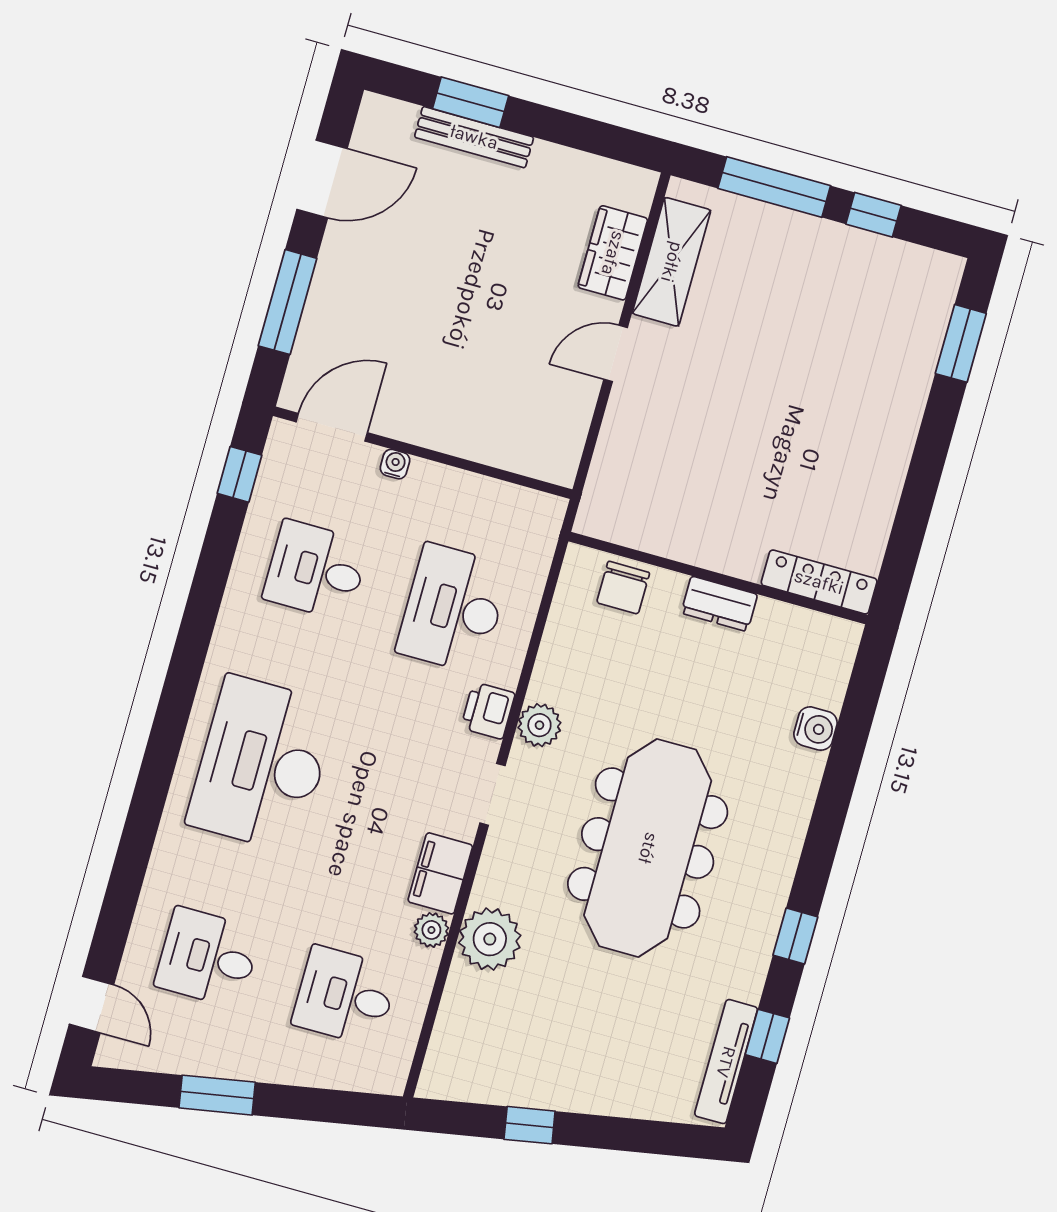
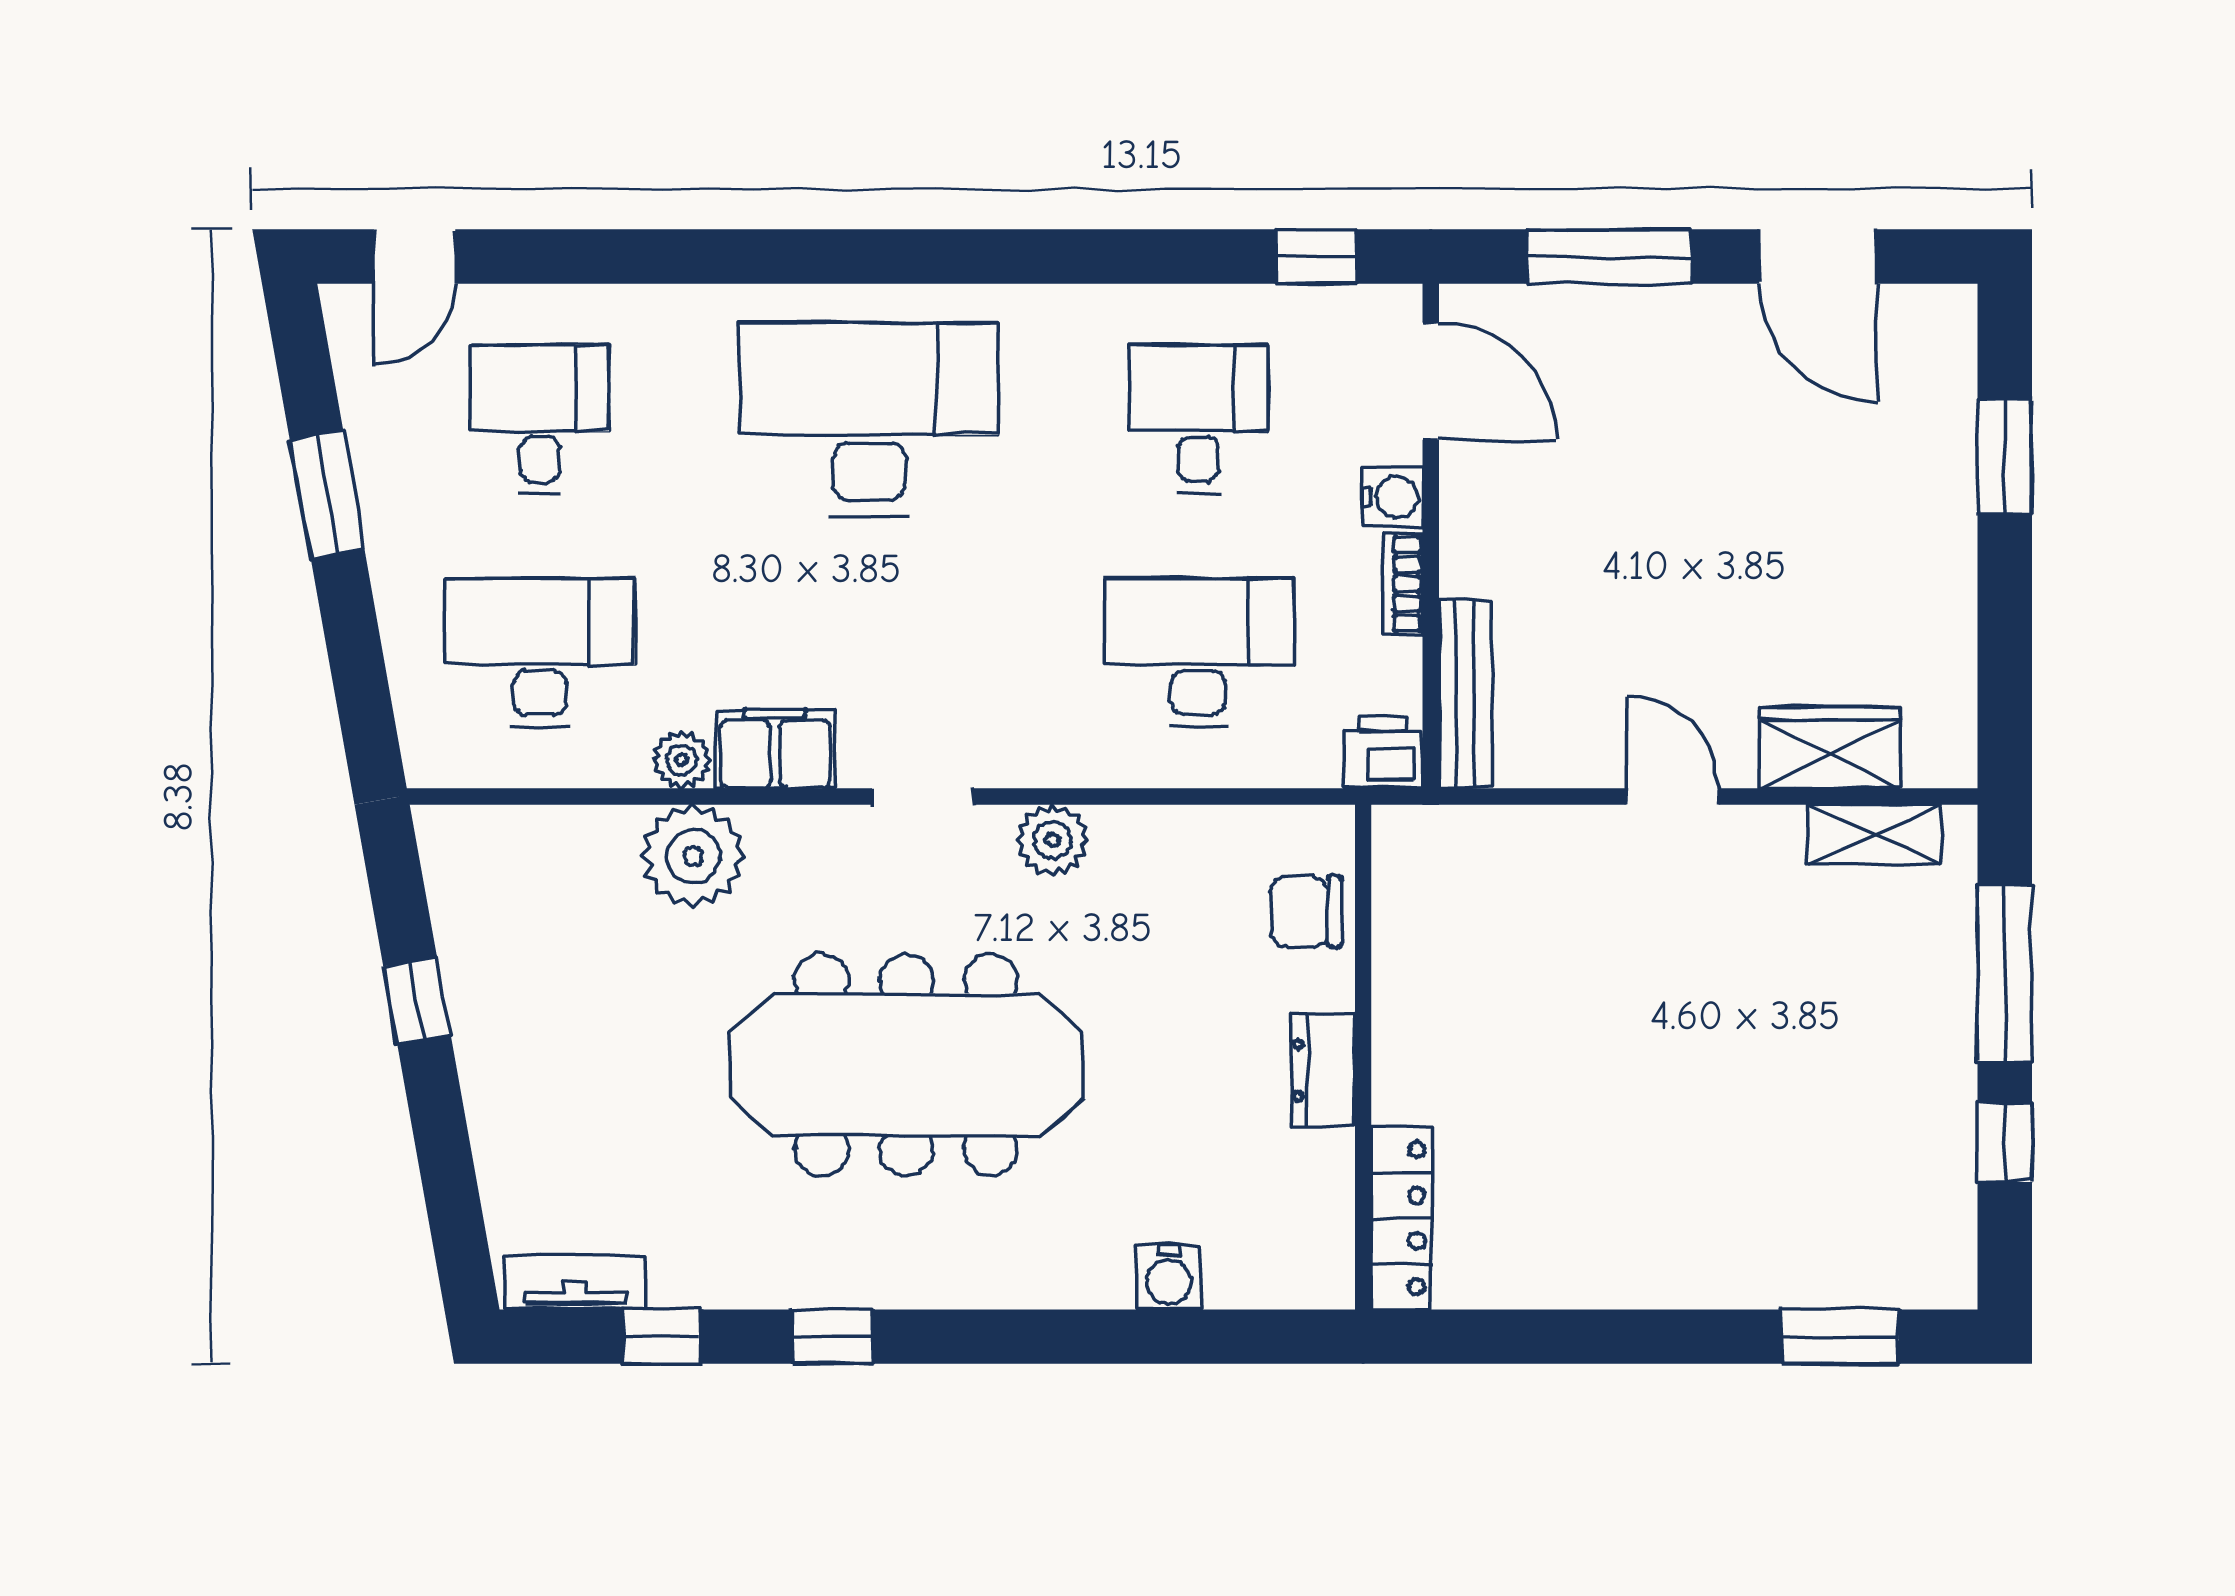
bench: (474, 137) -> (1465, 694), moved
shelving: (672, 262) -> (1875, 834), width x0.67, depth x0.75
water cooler: (395, 464) -> (1392, 497), width x1.38, depth x1.38
bookcase: (446, 477) -> (1402, 584), added
printer: (488, 711) -> (1383, 752), moved
desk: (345, 996) -> (540, 653), width x1.37
tv unit: (726, 1062) -> (575, 1283), width x0.71

